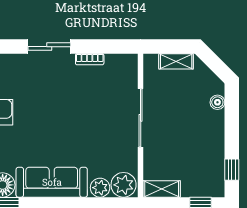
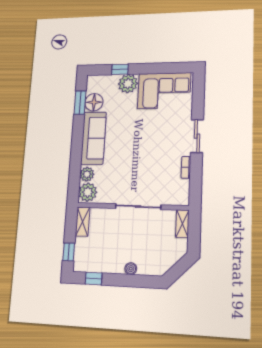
shelving: (176, 61) -> (182, 224), moved
boiler: (217, 102) -> (131, 269), moved

